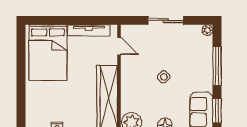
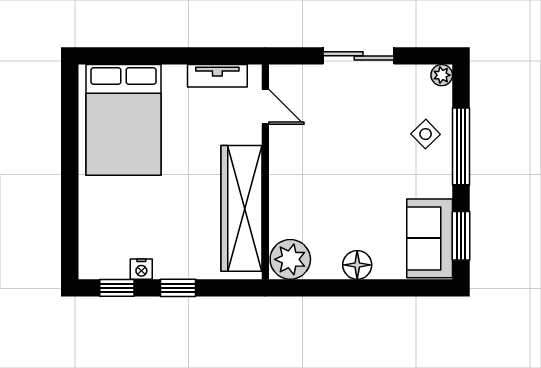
tv unit: (89, 30) -> (217, 76), width x0.71
side table: (164, 77) -> (426, 134), moved

